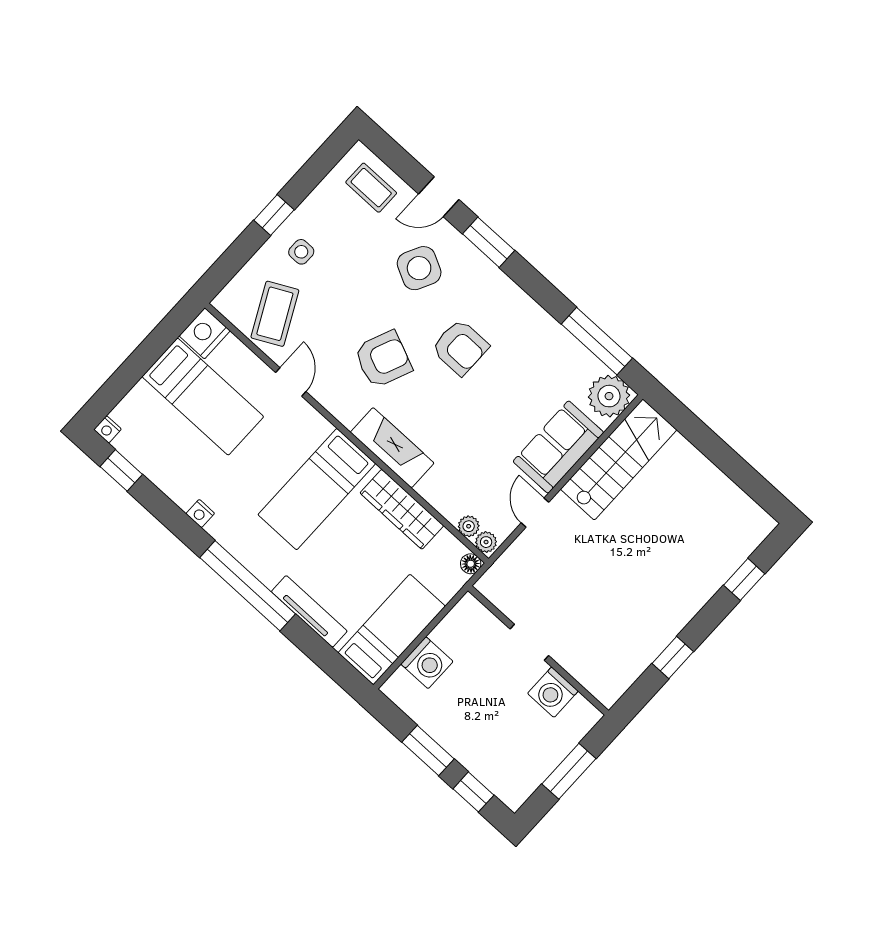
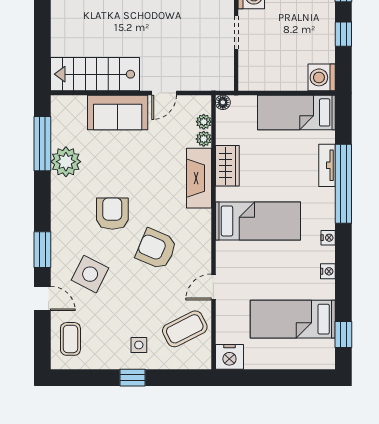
plant: (609, 396) -> (66, 162), moved
bed: (203, 397) -> (293, 319), moved, turned -90
nightstand: (108, 429) -> (328, 238), moved
fireplace: (392, 448) -> (199, 178), moved
wardrobe: (402, 509) -> (227, 166), width x0.67
plant: (486, 542) -> (204, 139), moved
window: (248, 586) -> (343, 184), moved
tv unit: (309, 611) -> (327, 165), width x0.71
washing machine: (427, 663) -> (322, 77), moved, turned -90
window: (428, 751) -> (343, 34), width x0.67

